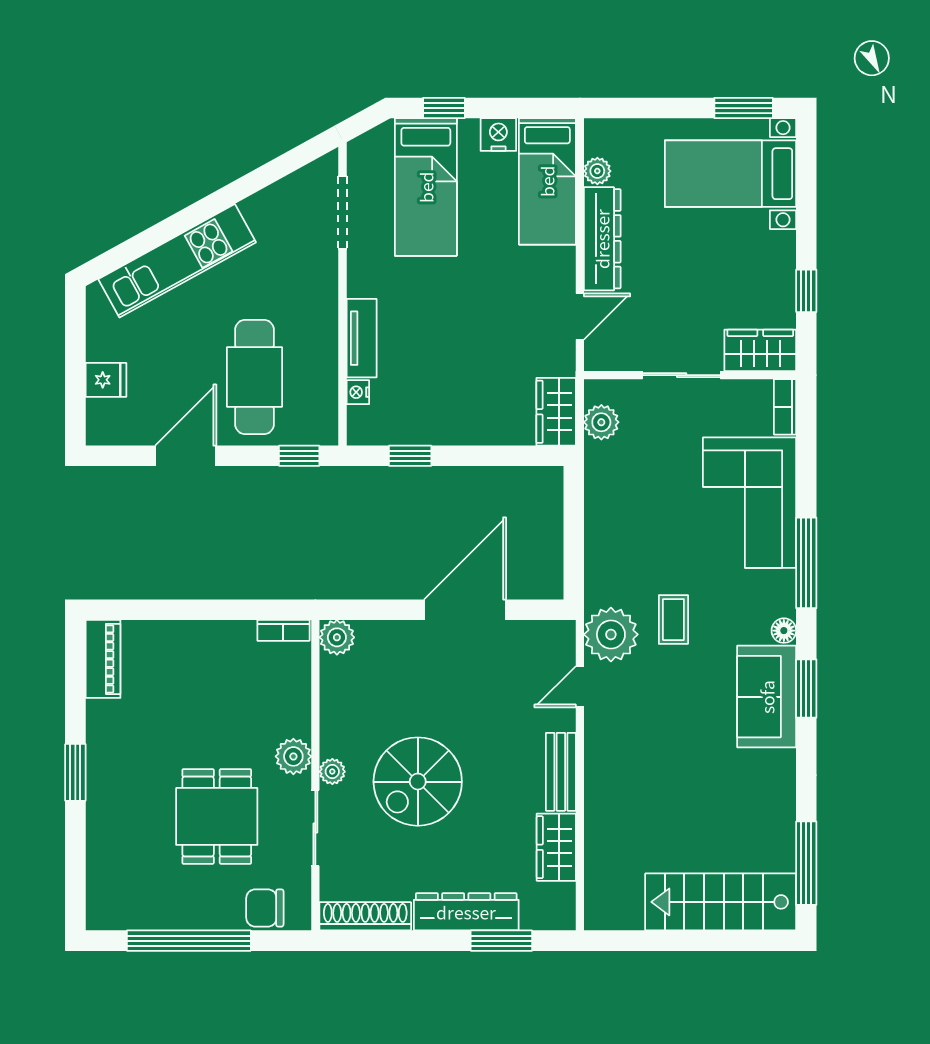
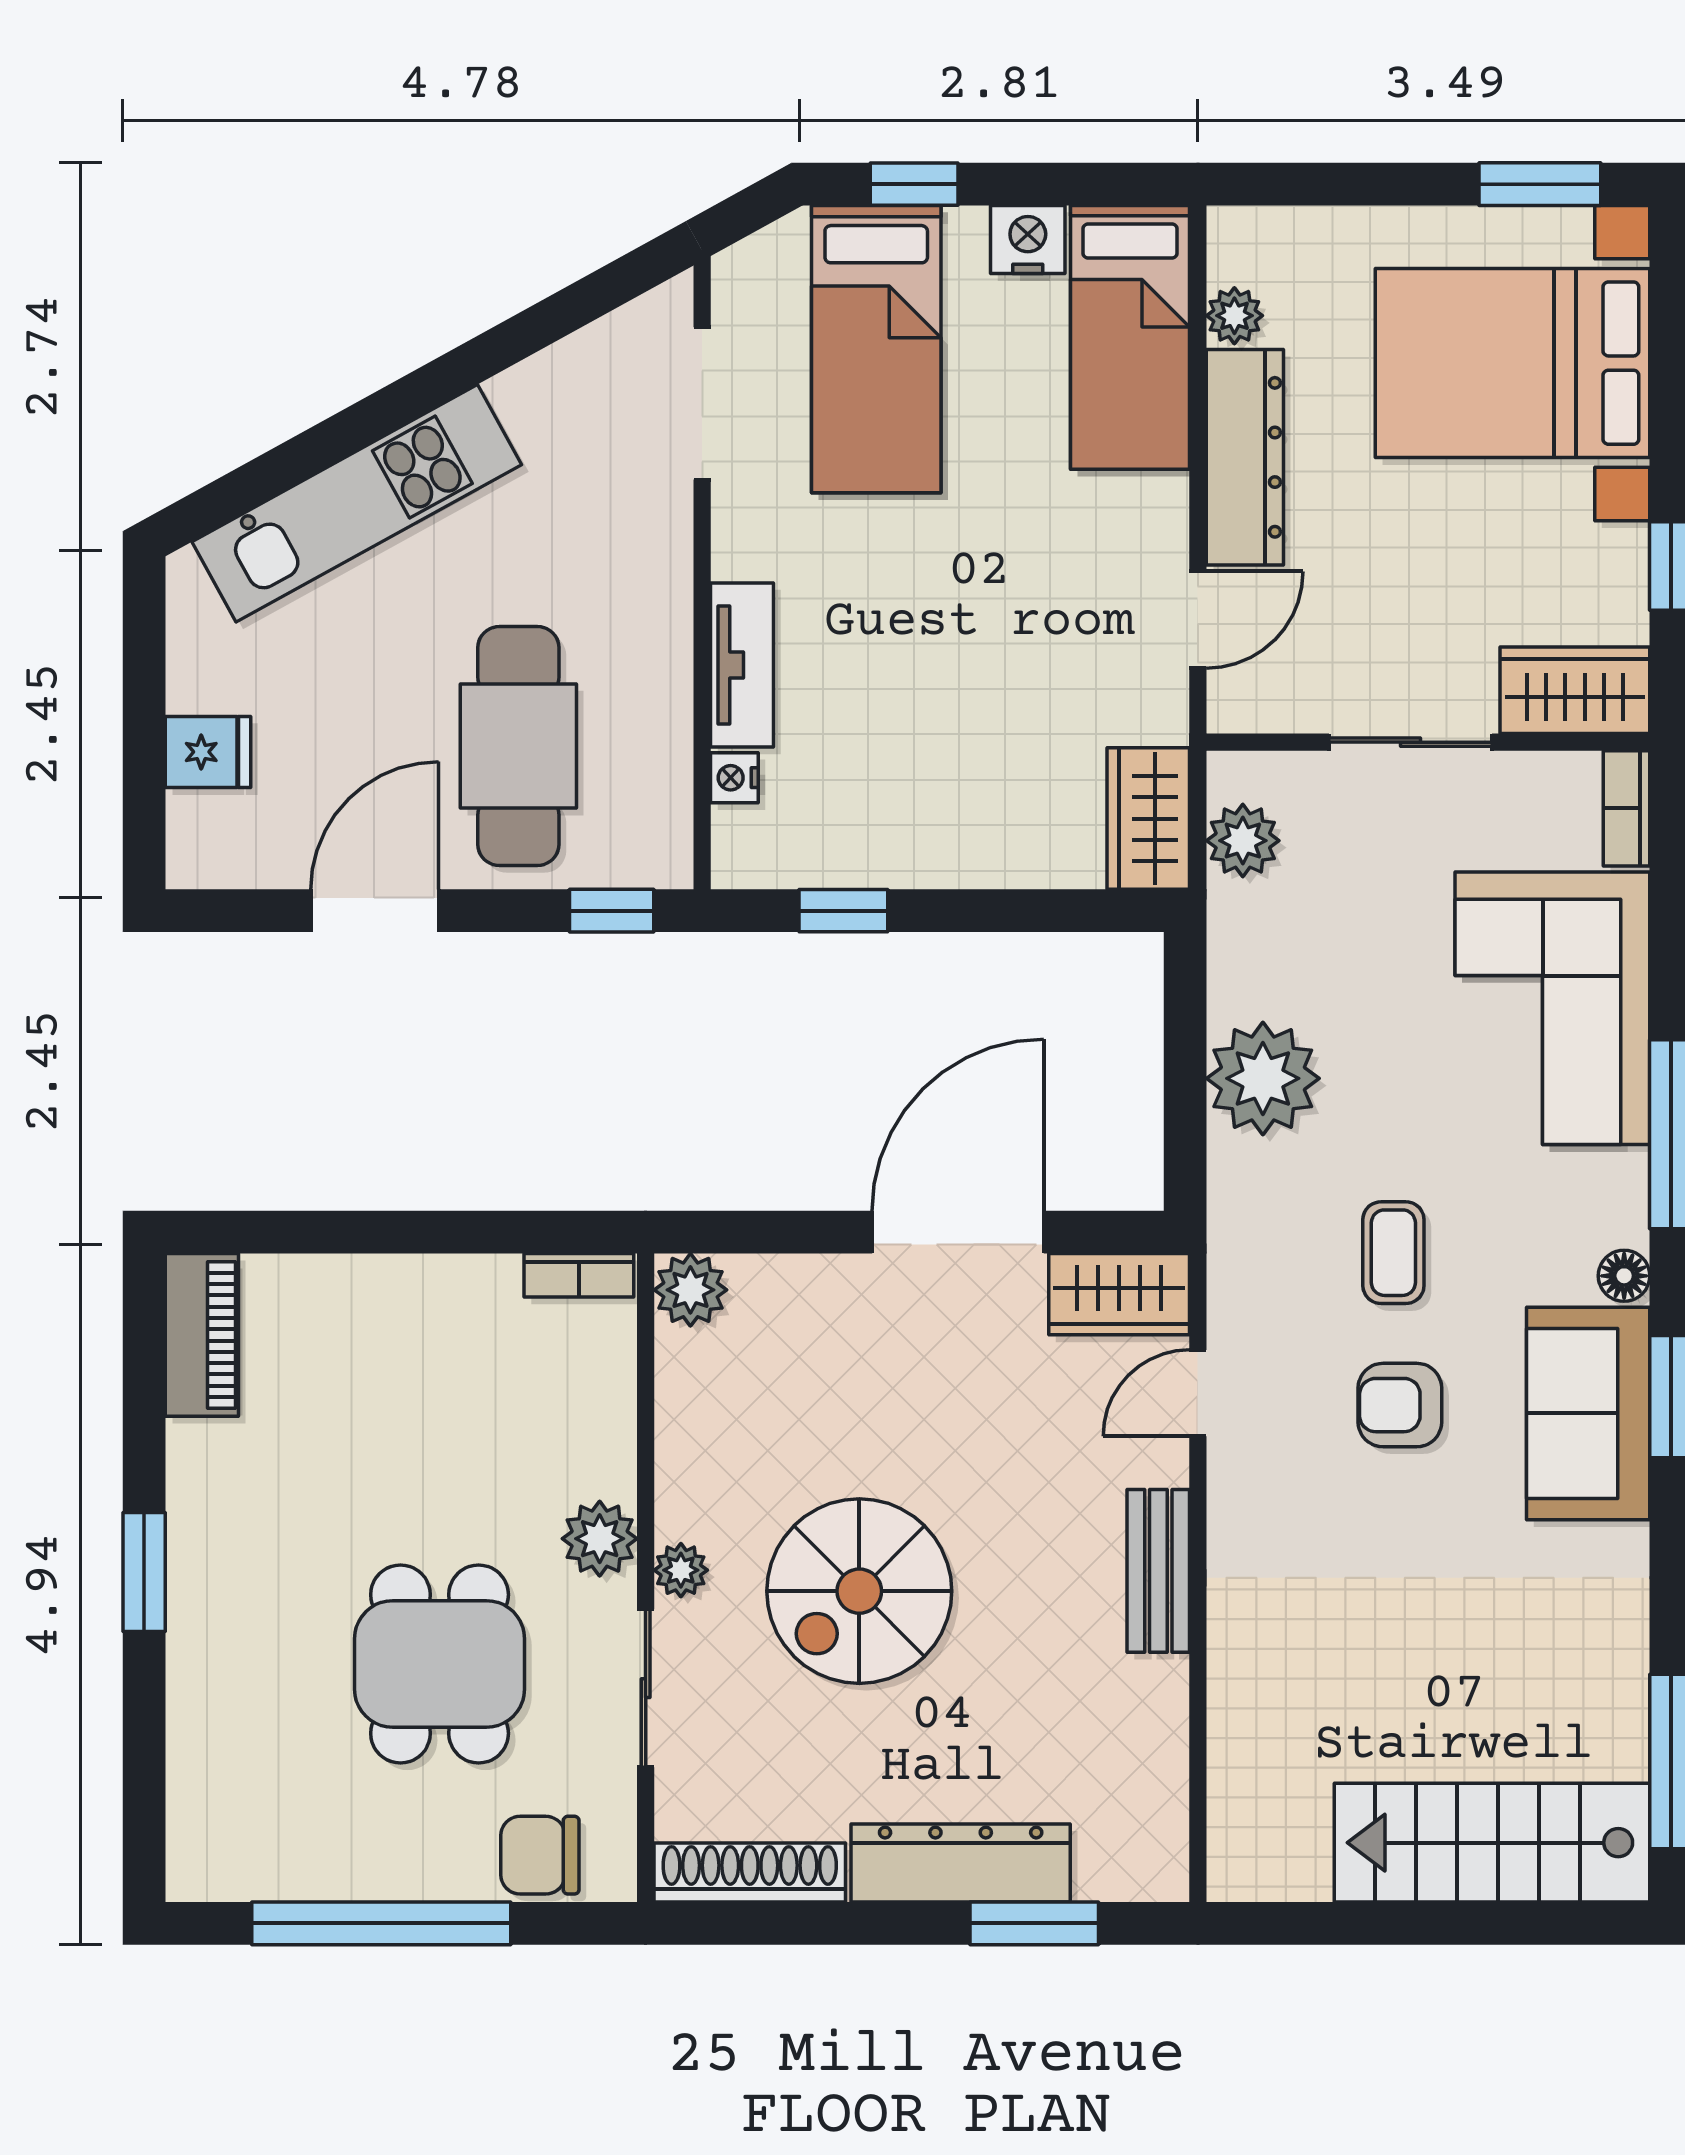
bed with nightstands: (730, 174) -> (1513, 363), width x1.36
plant: (611, 634) -> (1263, 1078), moved
armchair: (677, 692) -> (1400, 1405), added
wardrobe: (556, 847) -> (1119, 1294), moved, turned -90

